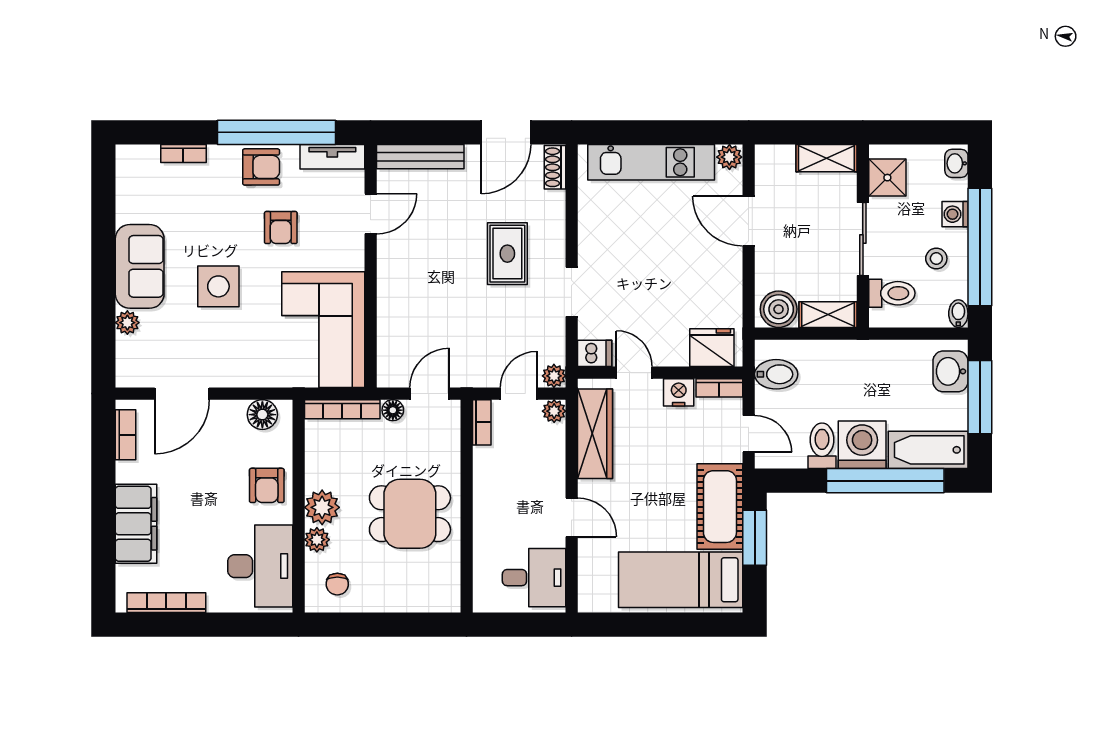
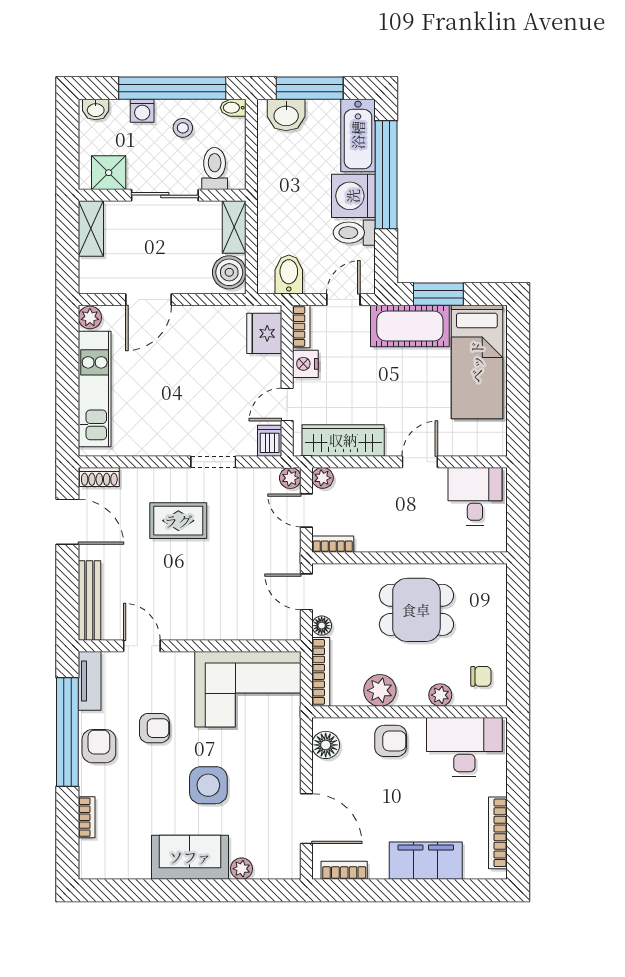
plant: (322, 507) -> (380, 690), moved
dining table: (410, 514) -> (416, 610), turned 90

